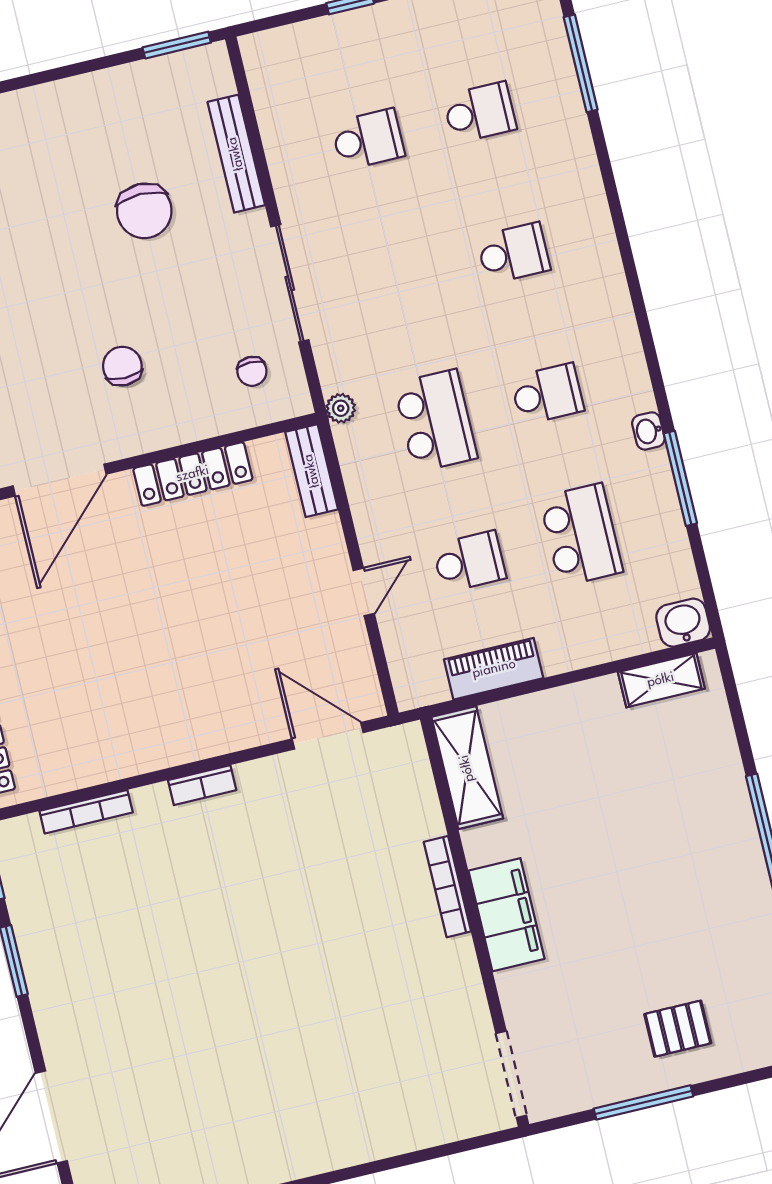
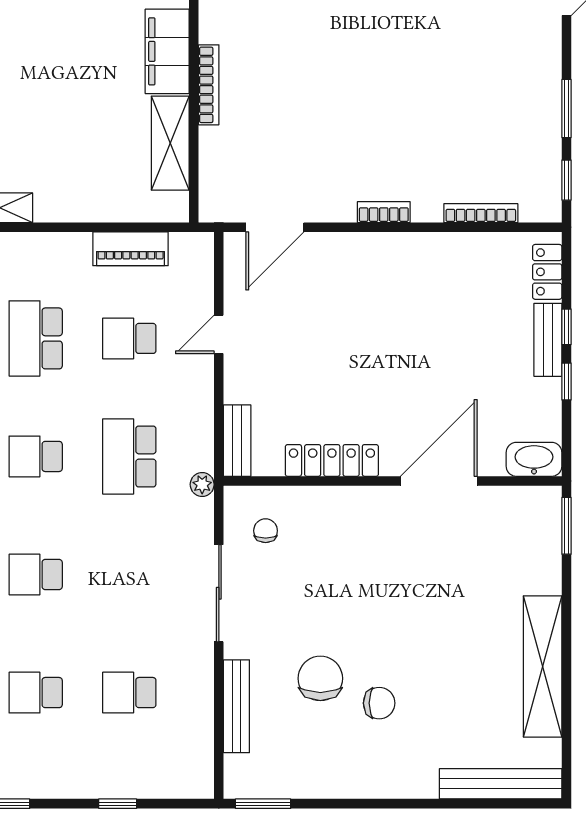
chair: (122, 366) -> (379, 703), moved, turned -90
door: (328, 736) -> (275, 227), hinge flipped
shelving: (467, 768) -> (170, 143), moved

